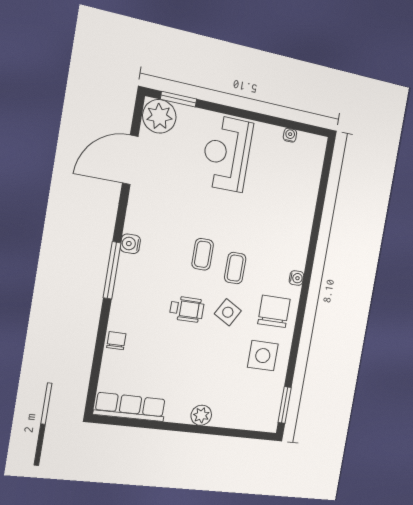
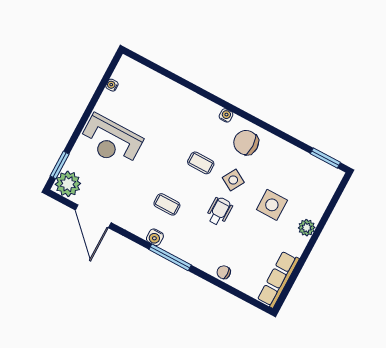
coffee table: (203, 254) -> (167, 204), moved
side table: (263, 356) -> (272, 205), moved

